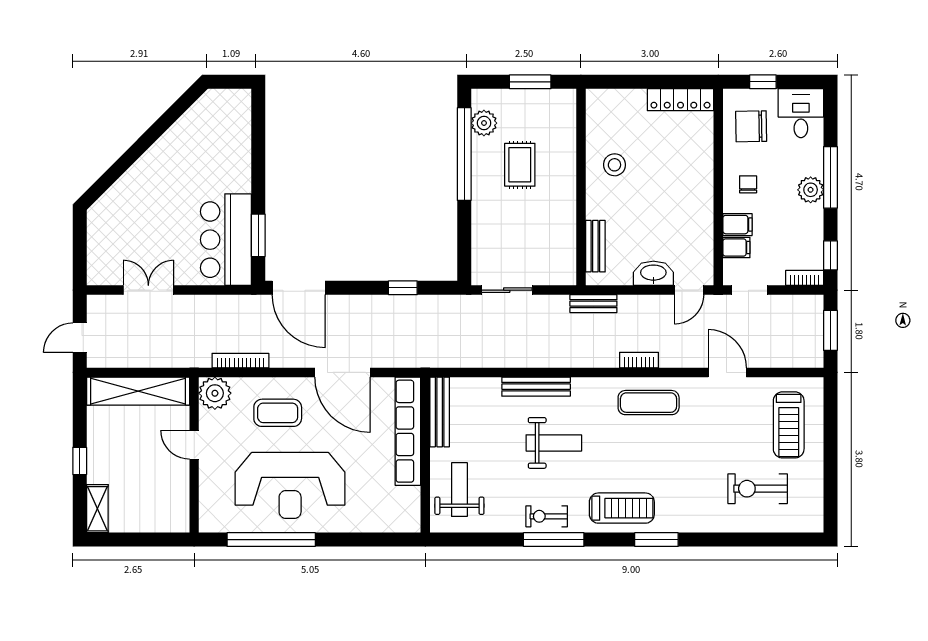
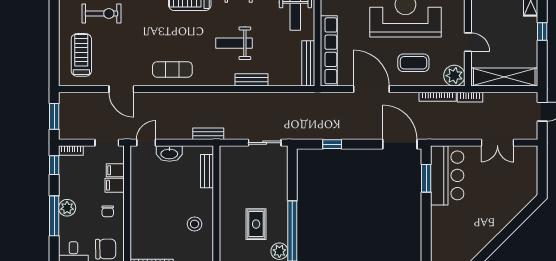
bookcase: (639, 360) -> (470, 97), moved
bench: (536, 387) -> (251, 80), width x0.73

